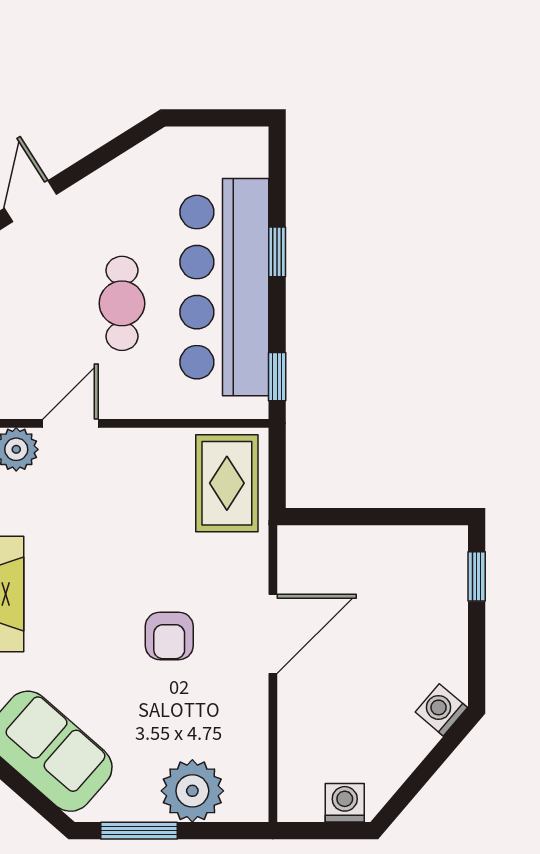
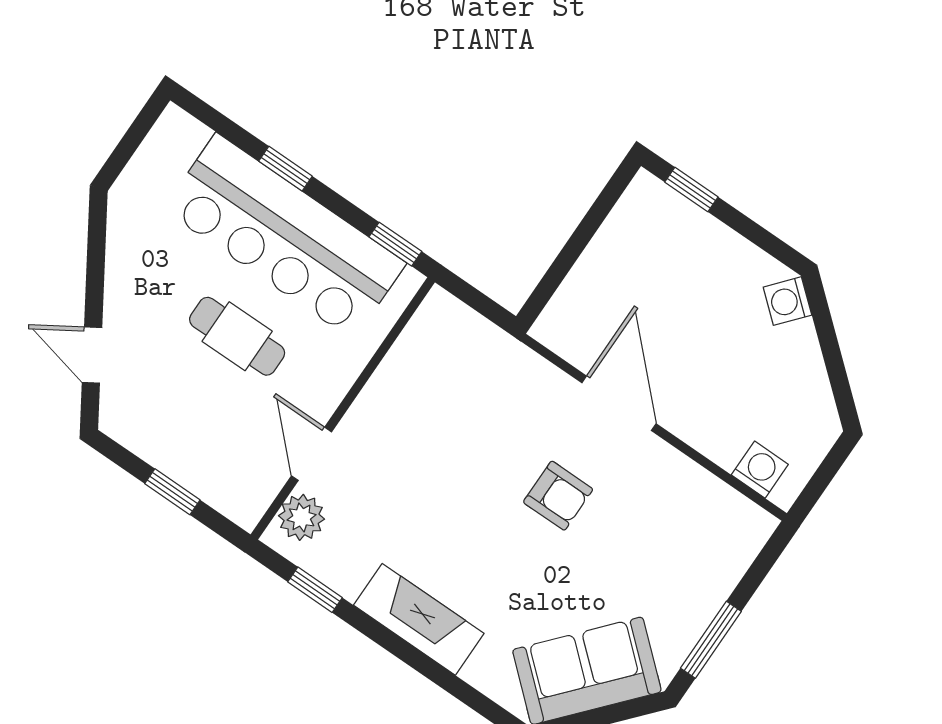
rug: (227, 483) -> (459, 353), removed
plant: (192, 791) -> (708, 569), removed
washing machine: (345, 803) -> (760, 470), moved, turned 90

